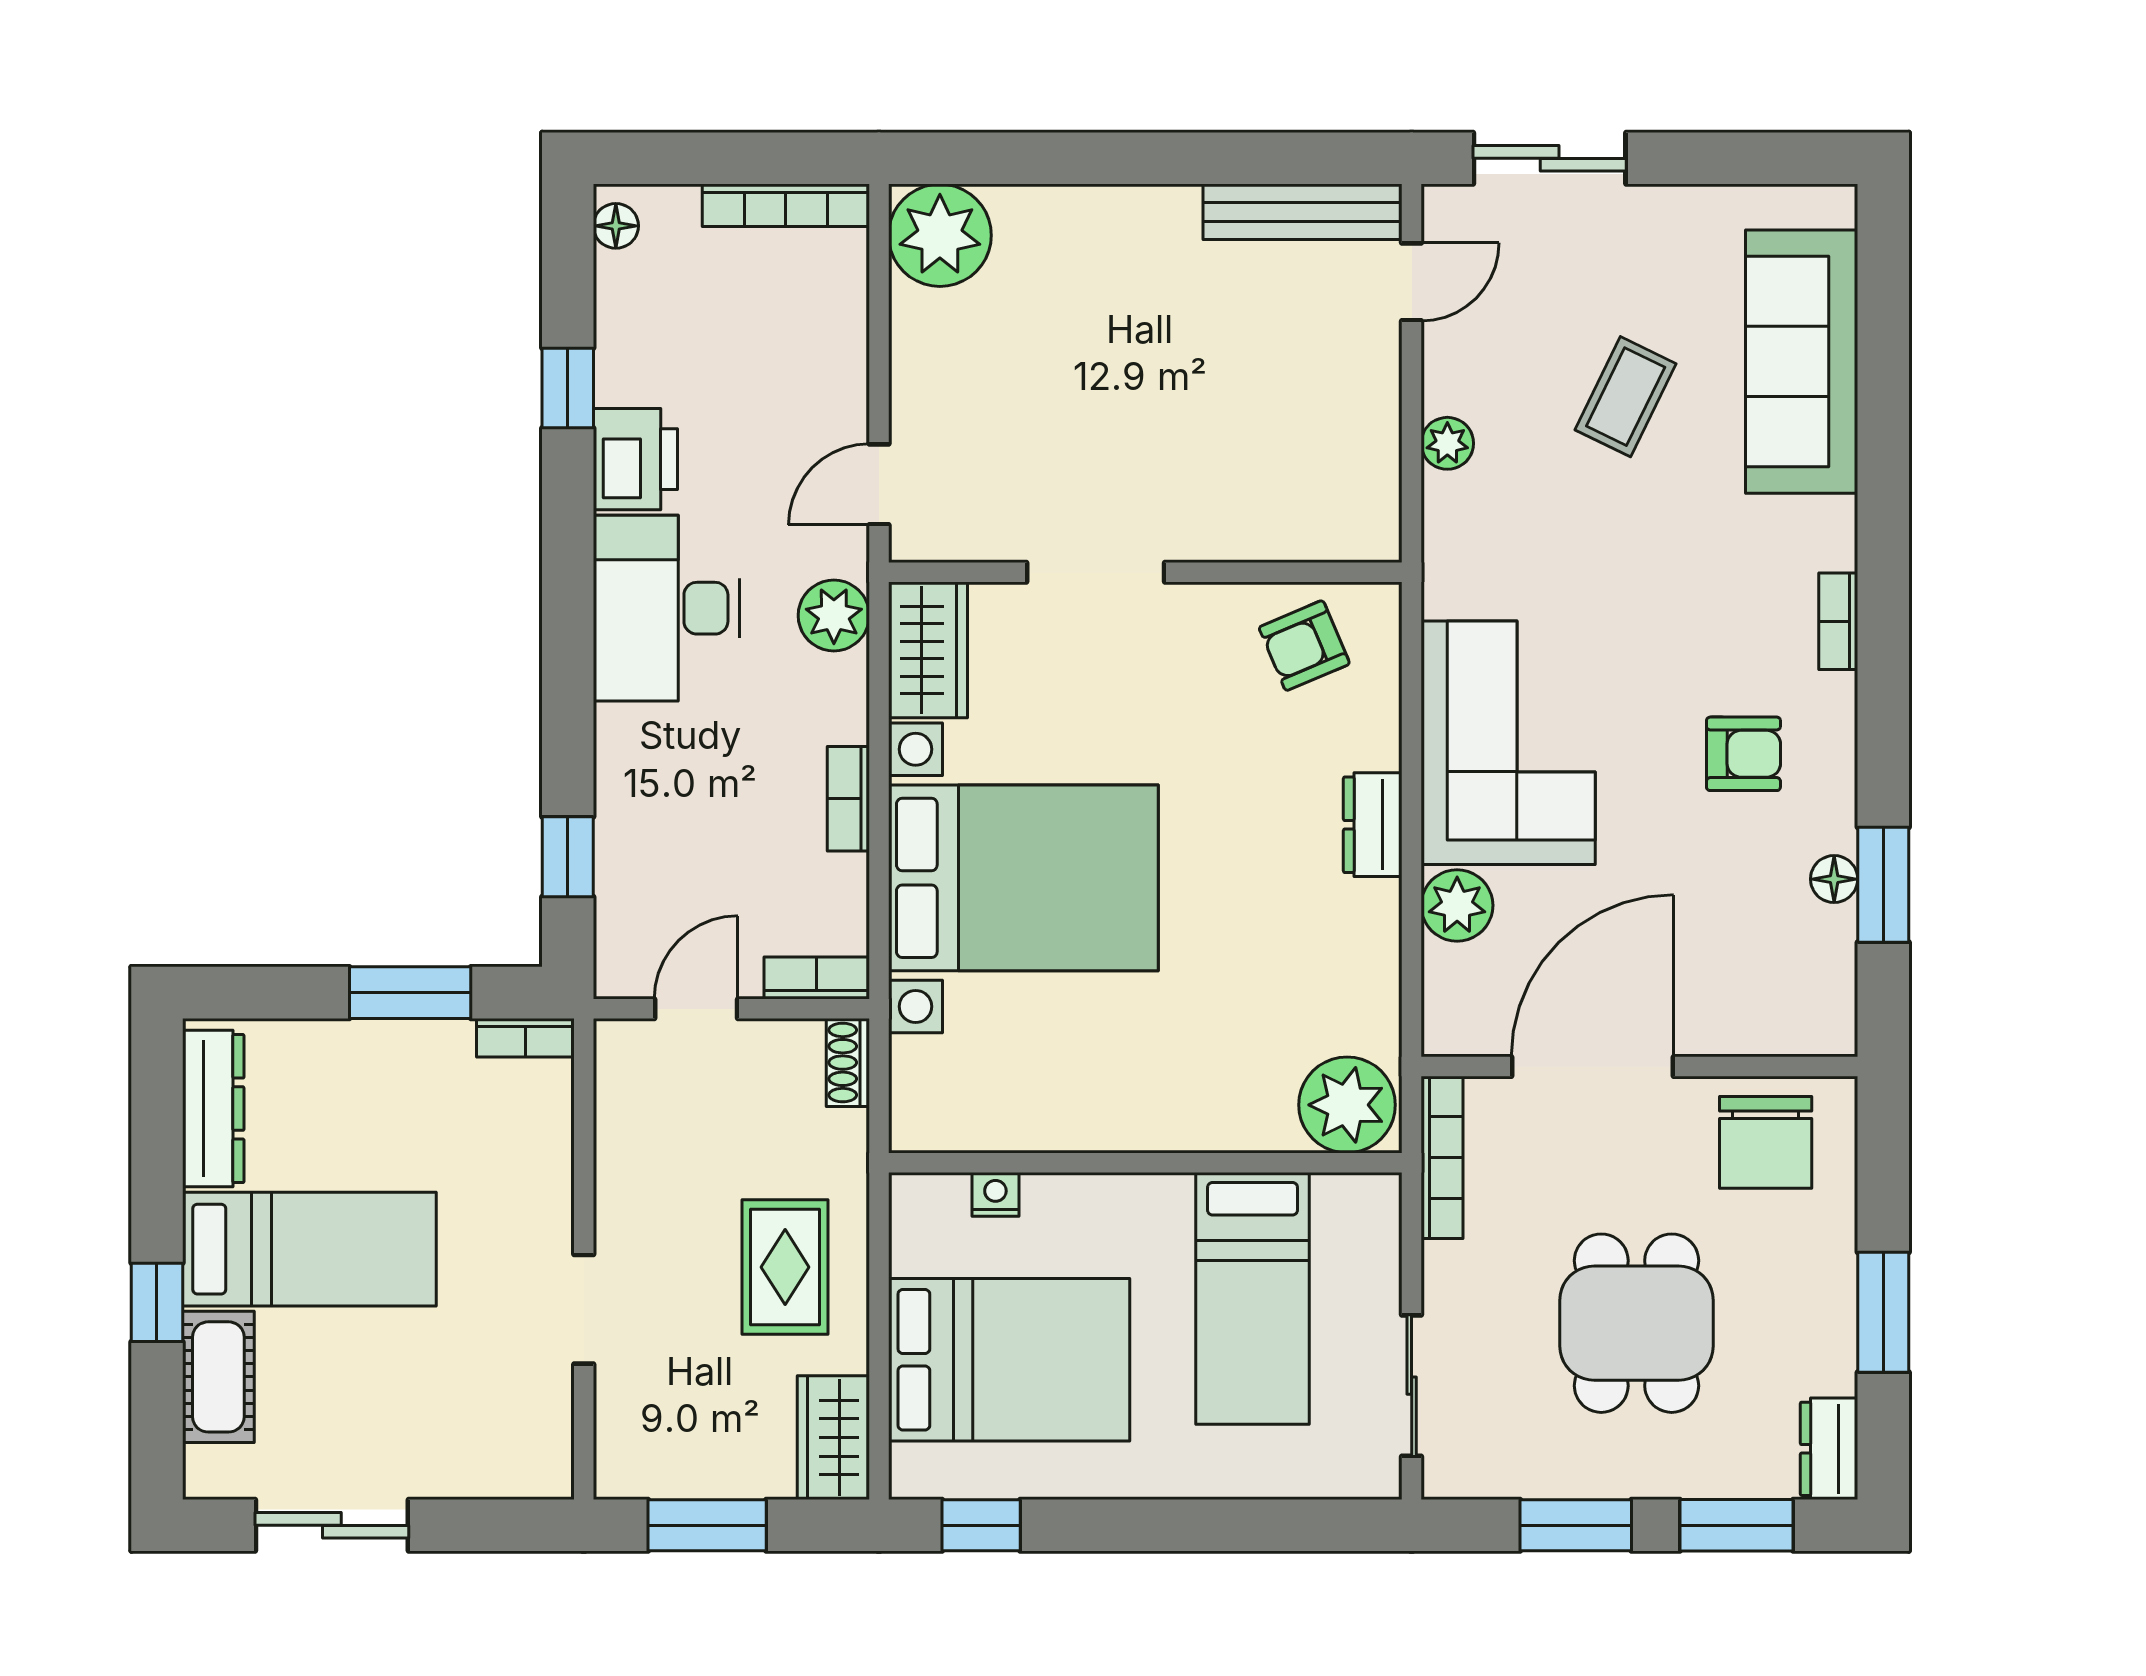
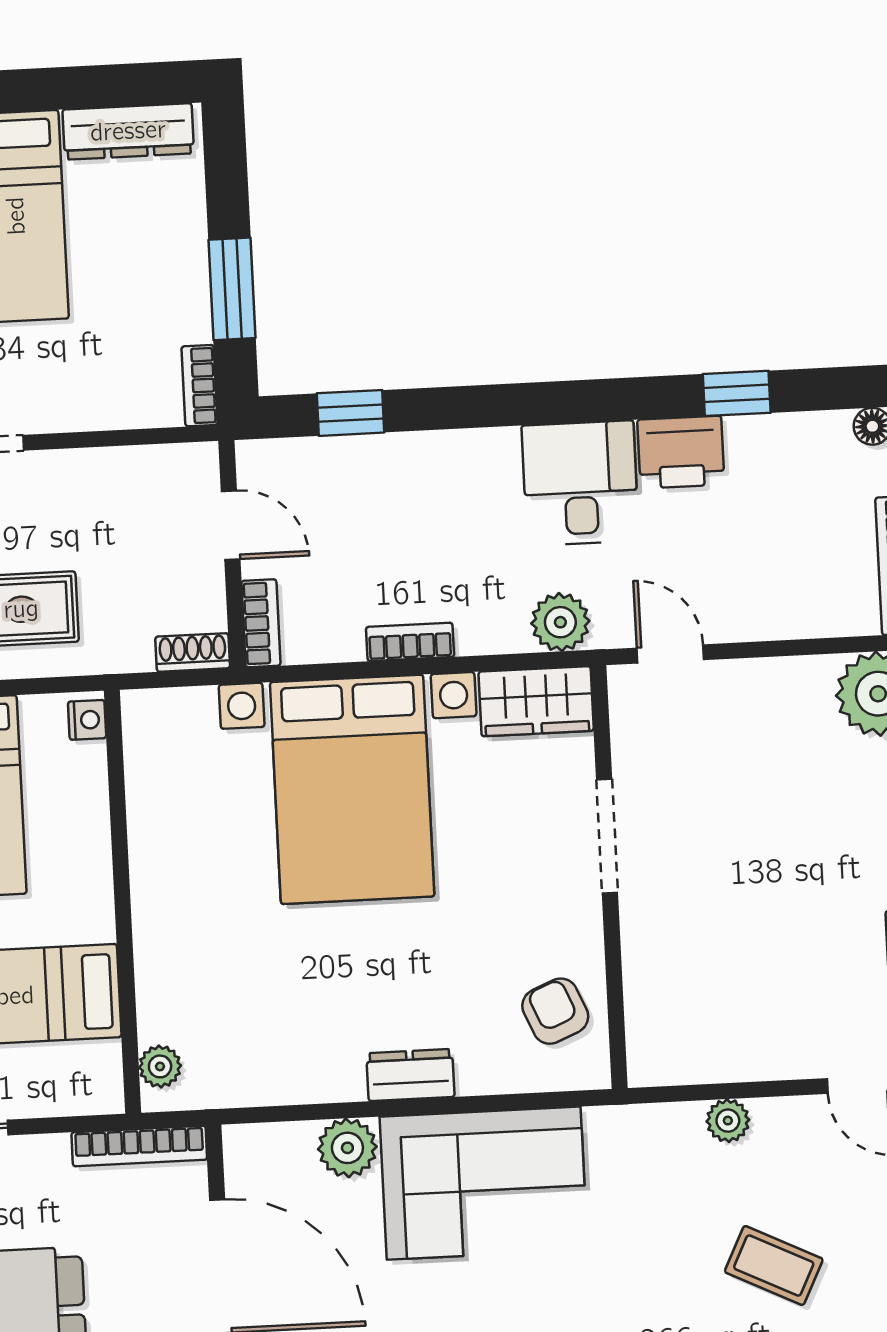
desk: (666, 608) -> (580, 483), width x0.73
plant: (1347, 1105) -> (160, 1066), width x0.53, depth x0.53
nightstand: (995, 1194) -> (87, 720), moved

